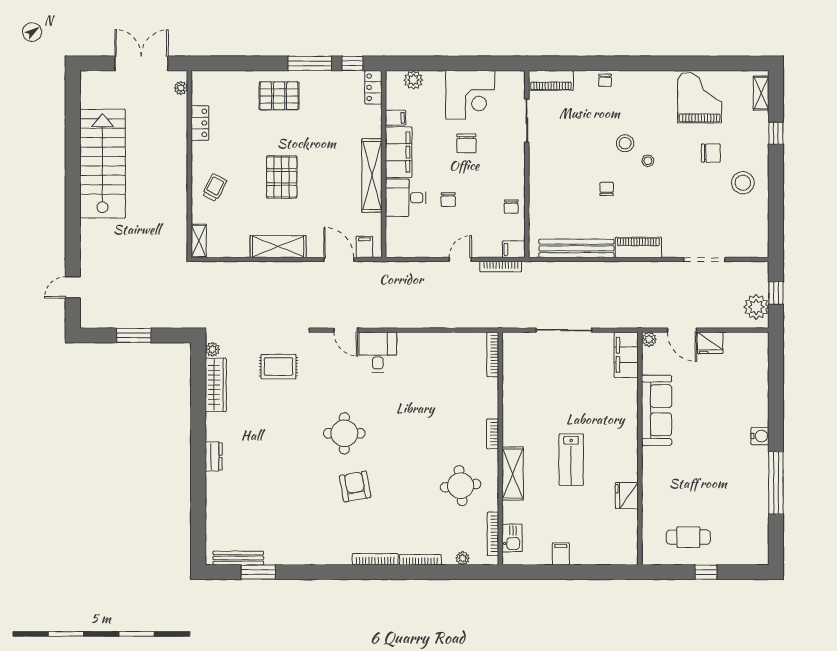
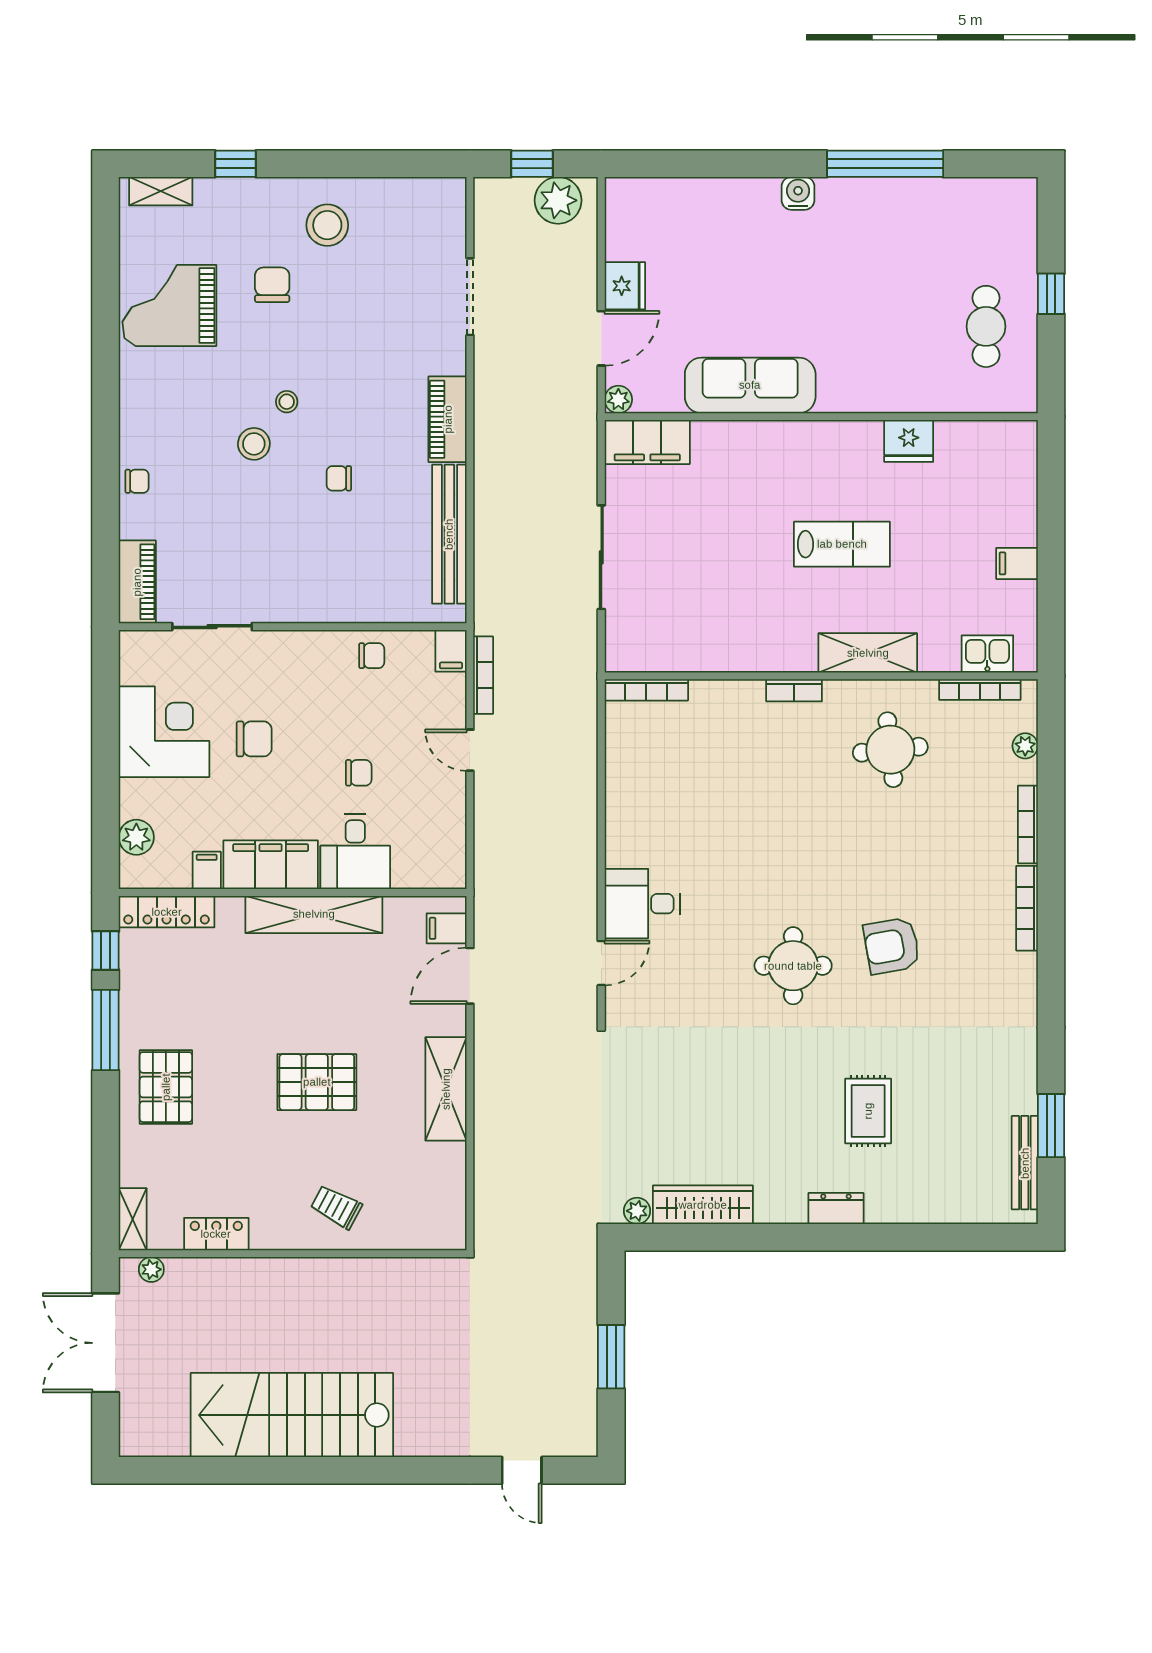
locker: (373, 87) -> (167, 912), width x1.53
shelving: (199, 241) -> (133, 1219), moved, turned 90
rug: (278, 367) -> (868, 1111), moved

